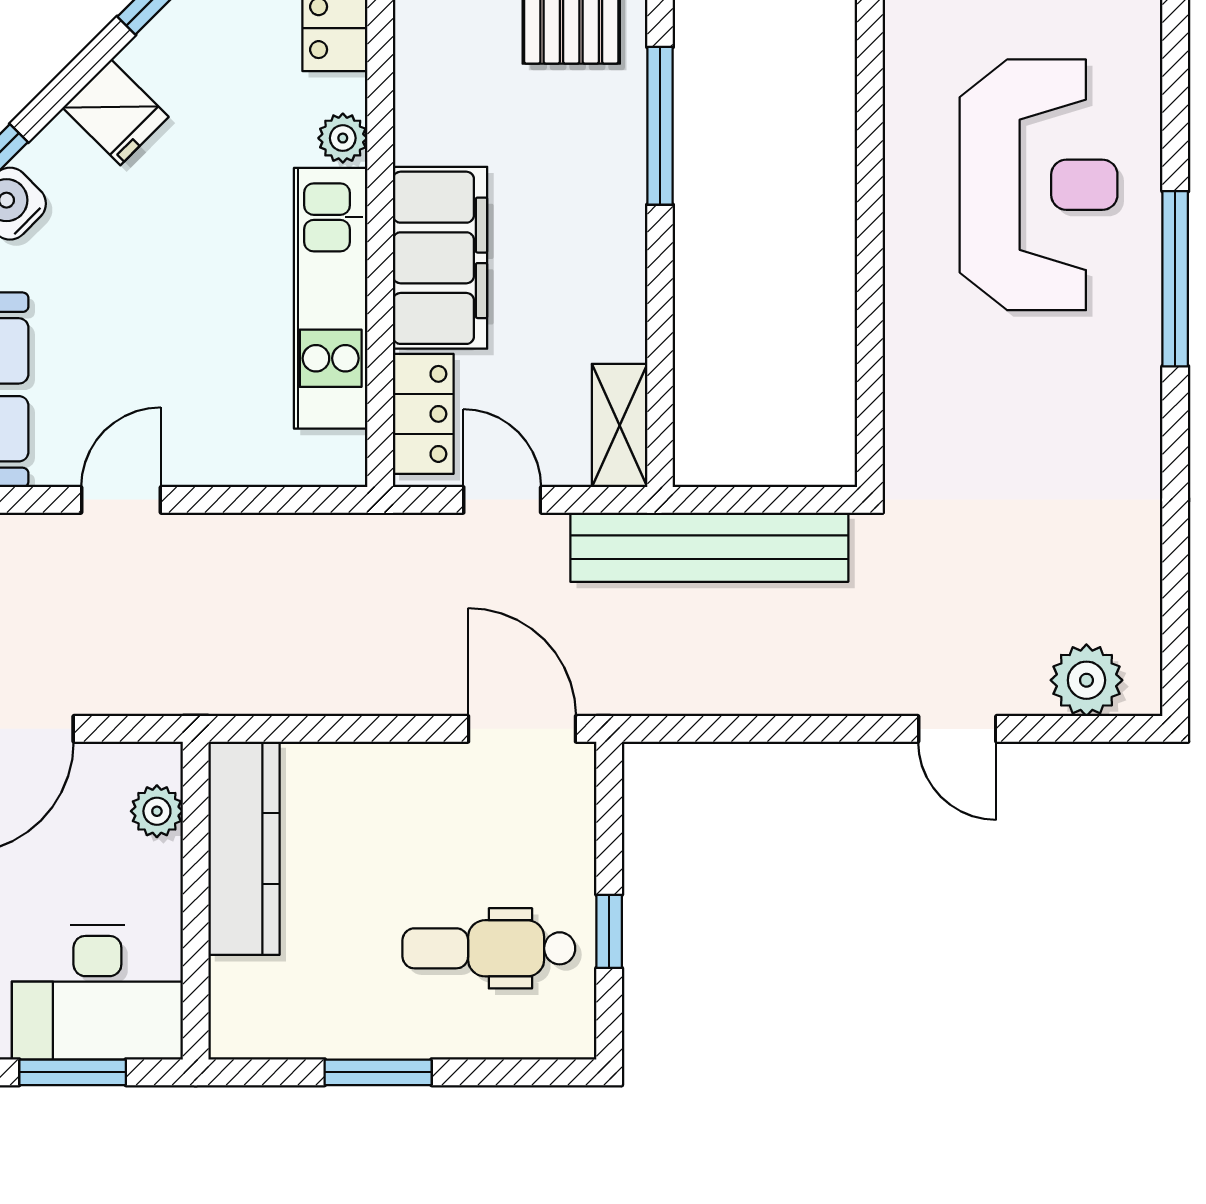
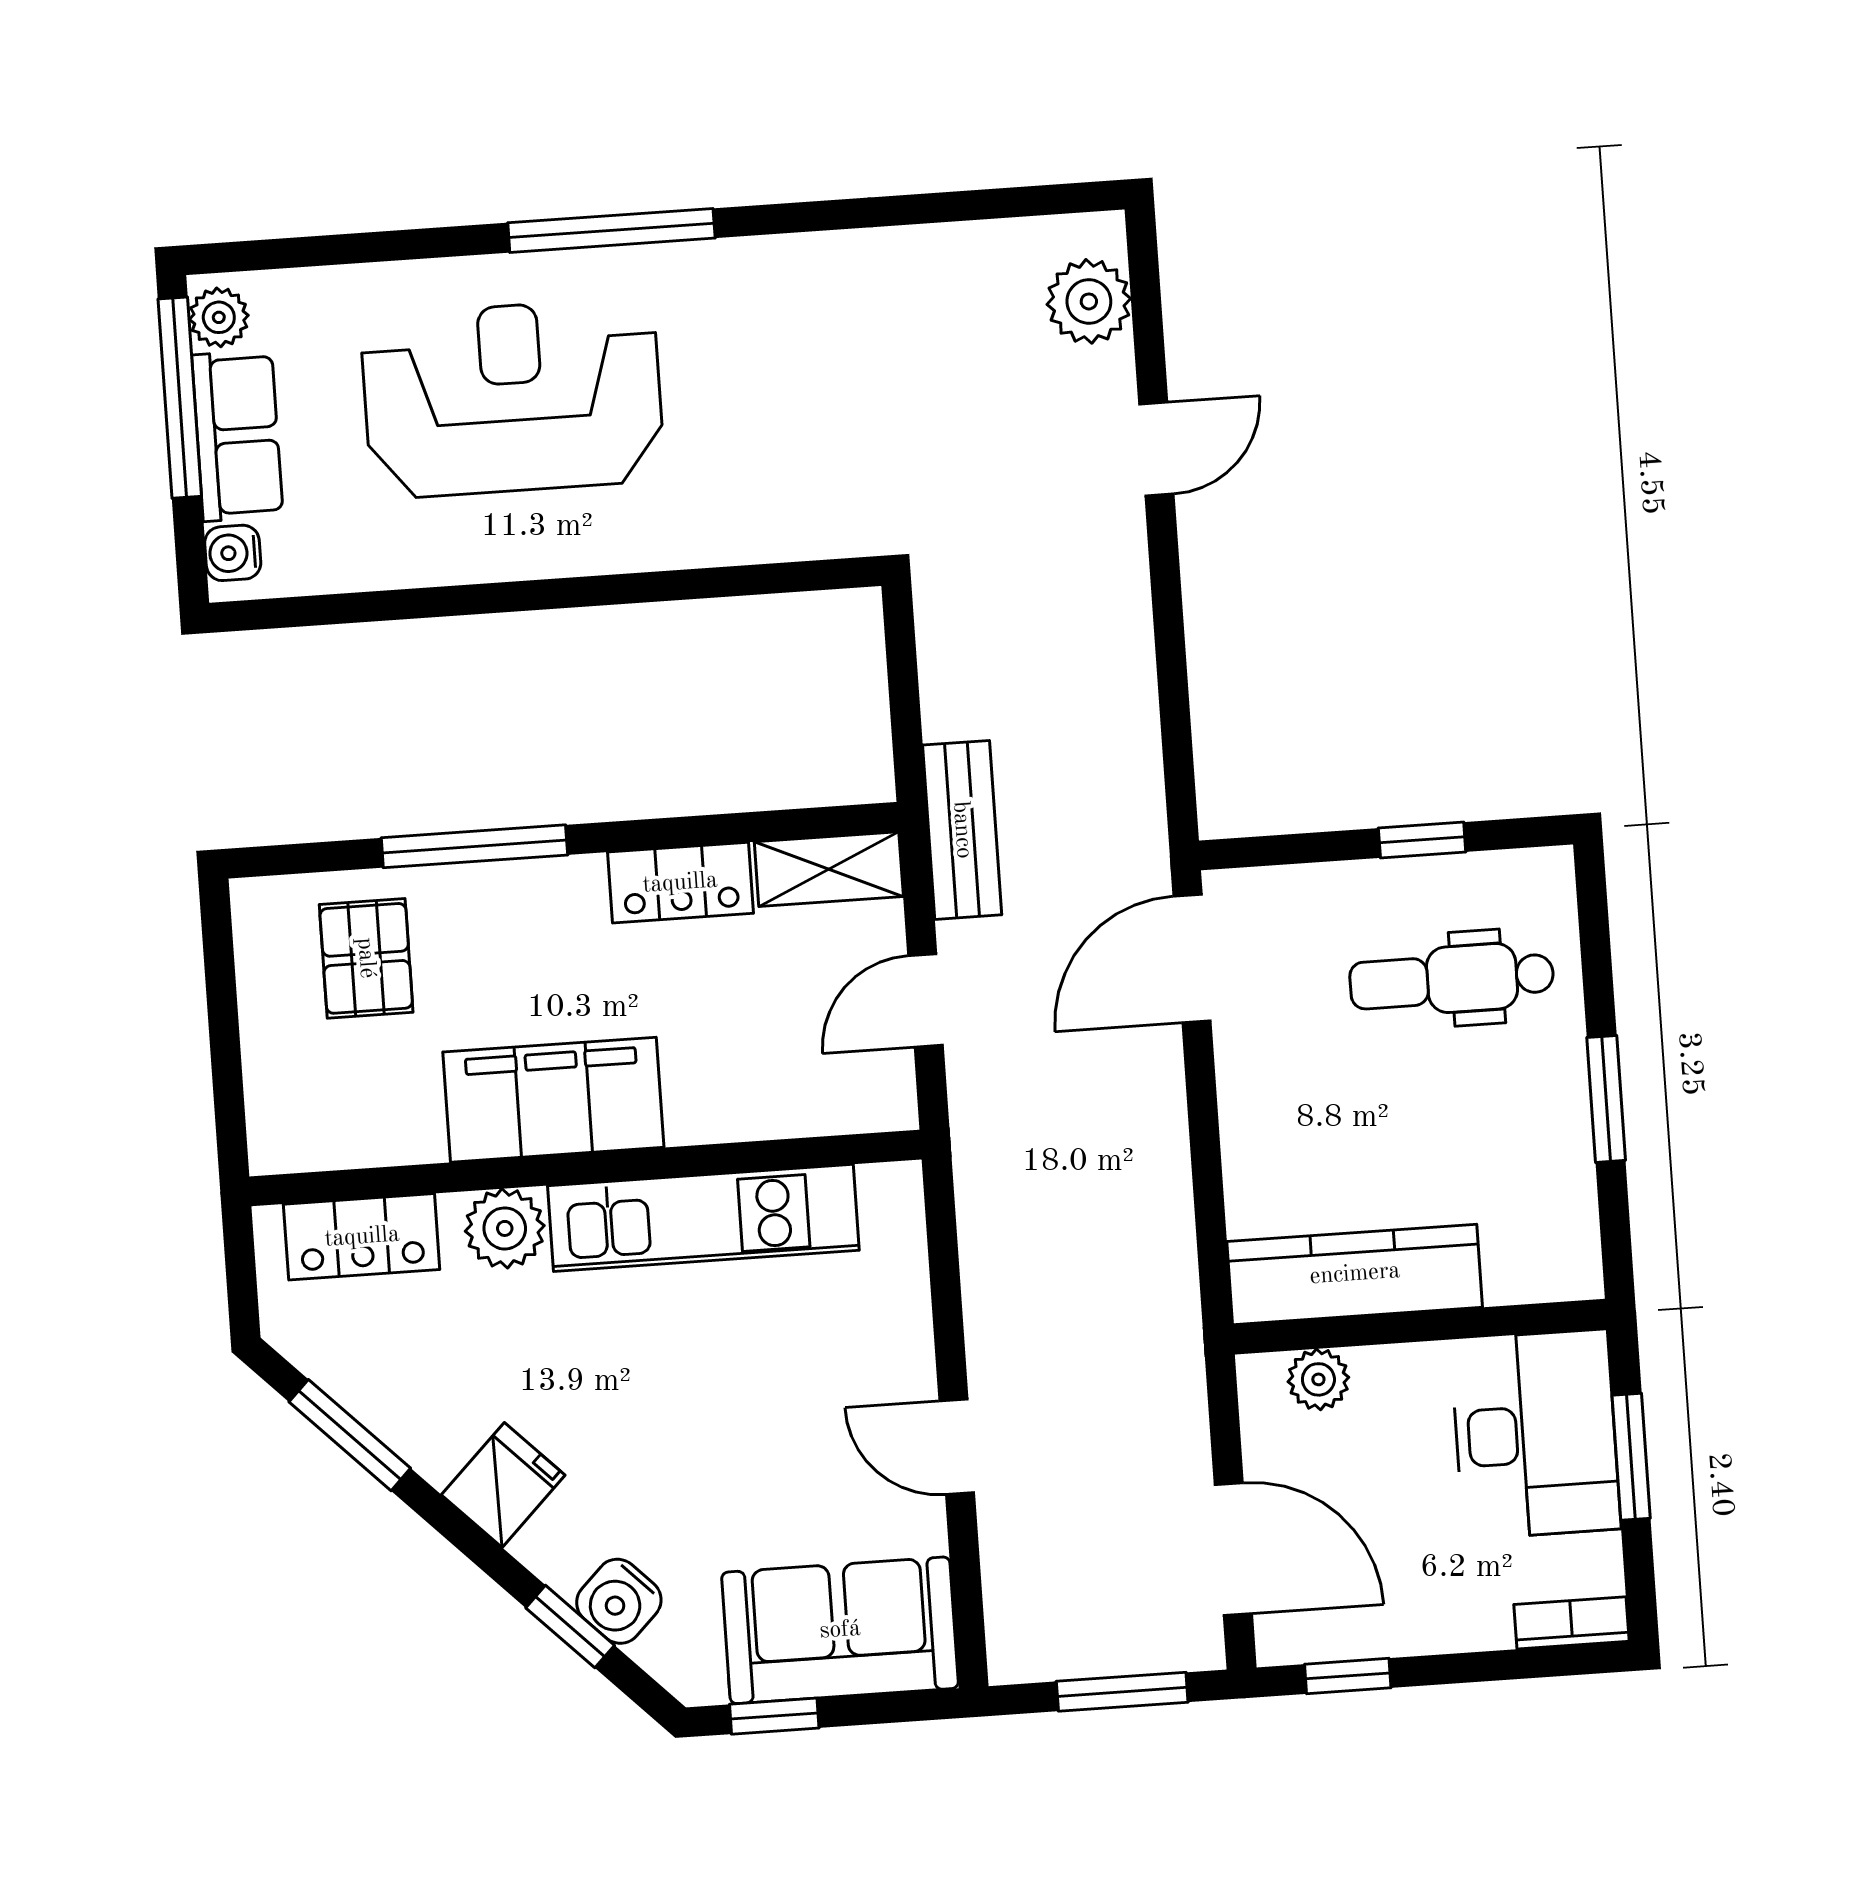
plant: (343, 138) -> (505, 1228), width x1.38, depth x1.38
filing cabinet: (440, 258) -> (553, 1100), moved
locker: (423, 414) -> (680, 883), moved, turned 180
bench: (709, 547) -> (962, 830), width x0.54, depth x0.82
dental chair: (489, 948) -> (1452, 979), turned 90

